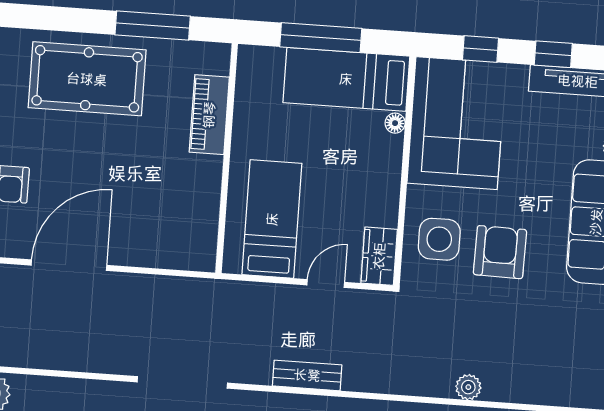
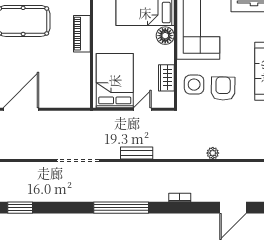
floor lamp: (395, 123) -> (165, 36), width x1.89, depth x1.89
bed: (272, 219) -> (115, 81), width x1.50
wardrobe: (379, 256) -> (166, 78), moved

